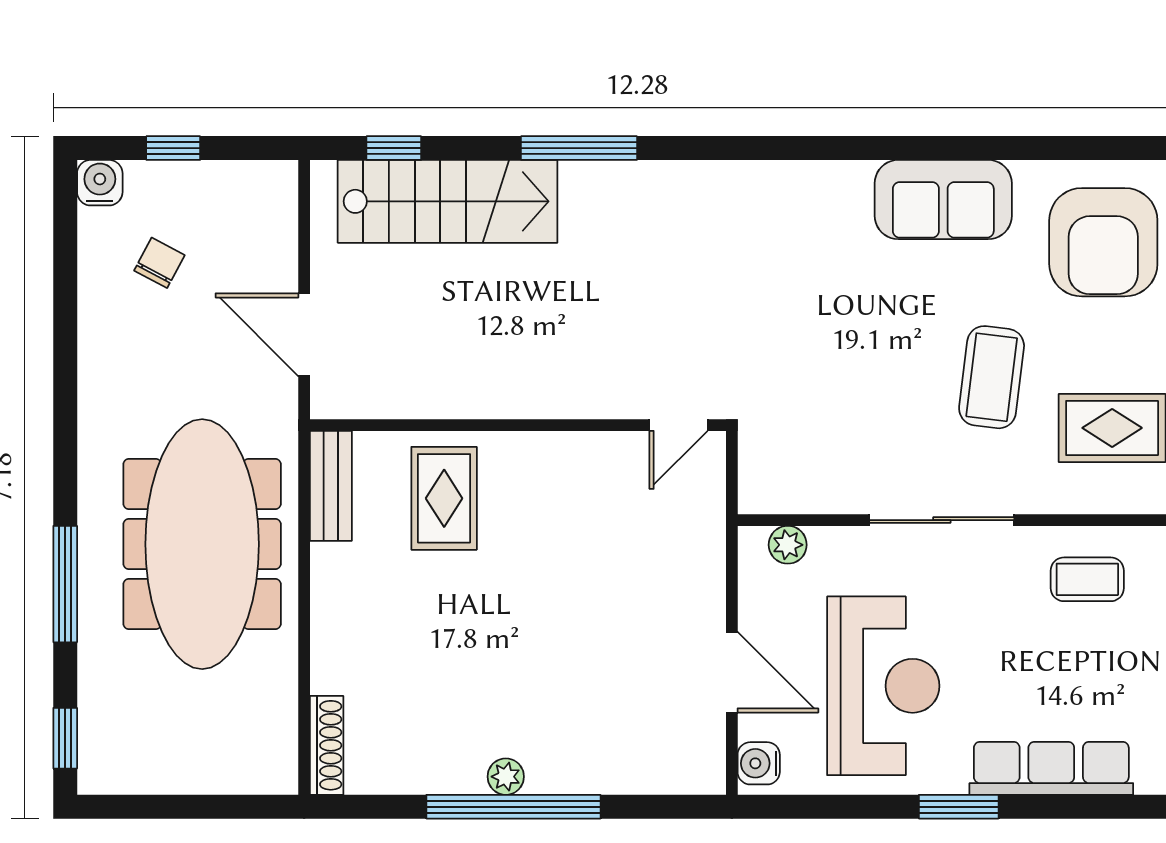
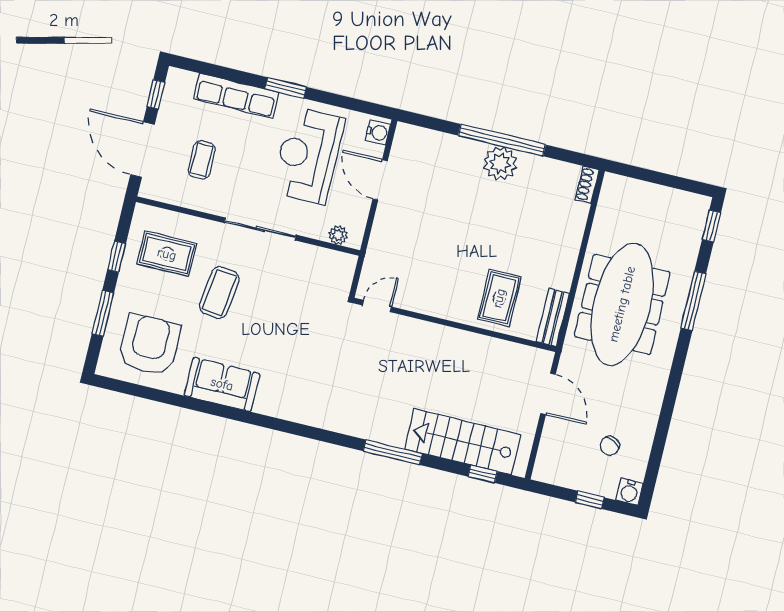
coffee table: (1087, 579) -> (202, 160), moved, turned 90
shoe rack: (327, 745) -> (587, 185), width x0.70
plant: (506, 777) -> (500, 163), width x1.88, depth x1.88

